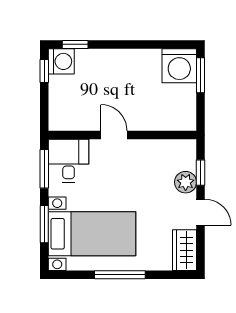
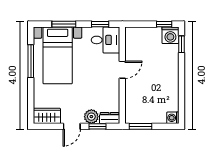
washing machine: (179, 66) -> (173, 118), width x0.53, depth x0.53
window: (201, 75) -> (140, 126), moved
dresser: (188, 154) -> (110, 118), added
window: (44, 169) -> (100, 24), width x0.67
window: (120, 275) -> (31, 61), moved

